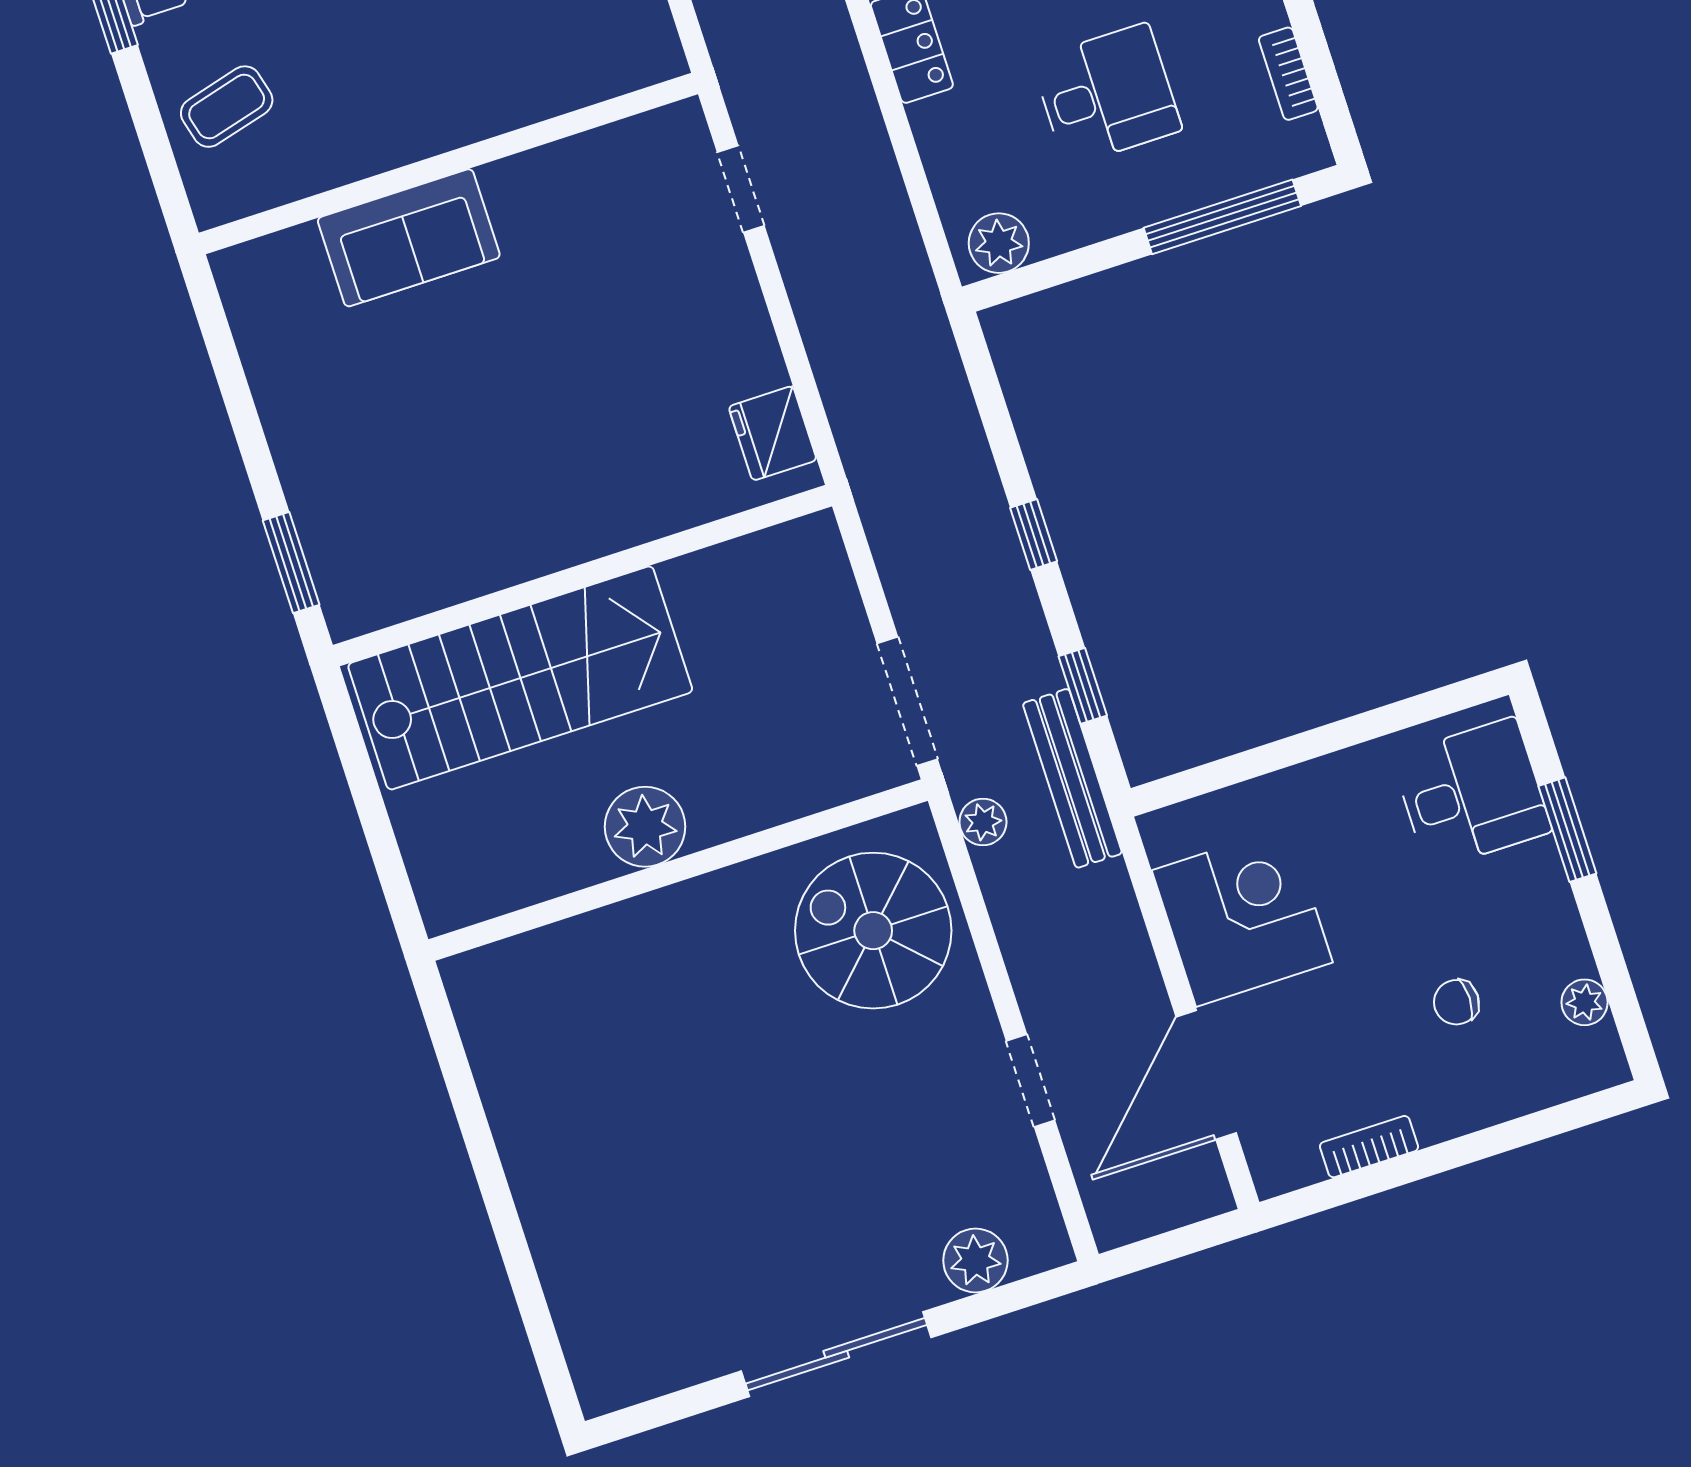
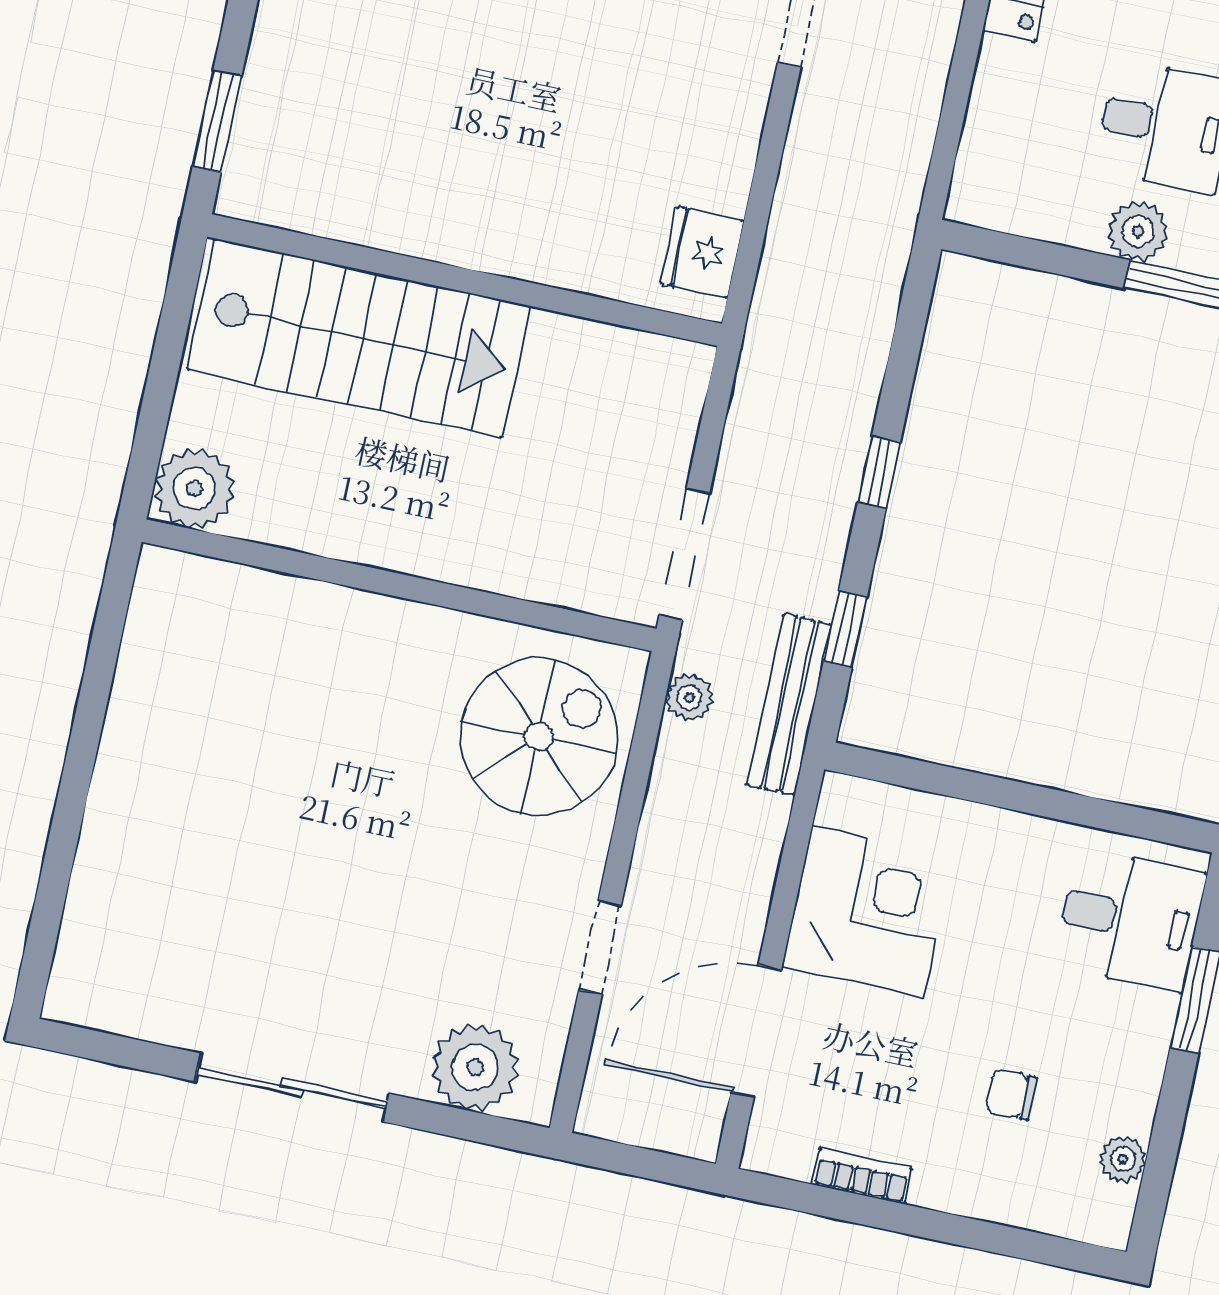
plant: (999, 243) -> (1138, 231), moved
plant: (645, 827) -> (194, 488), moved
spiral stairs: (873, 931) -> (539, 737), turned 90
plant: (975, 1260) -> (475, 1067), width x1.36, depth x1.36

